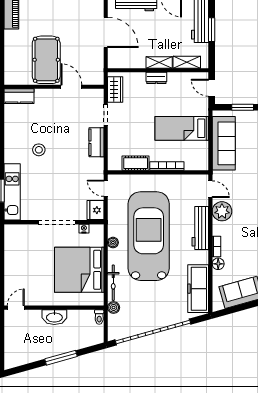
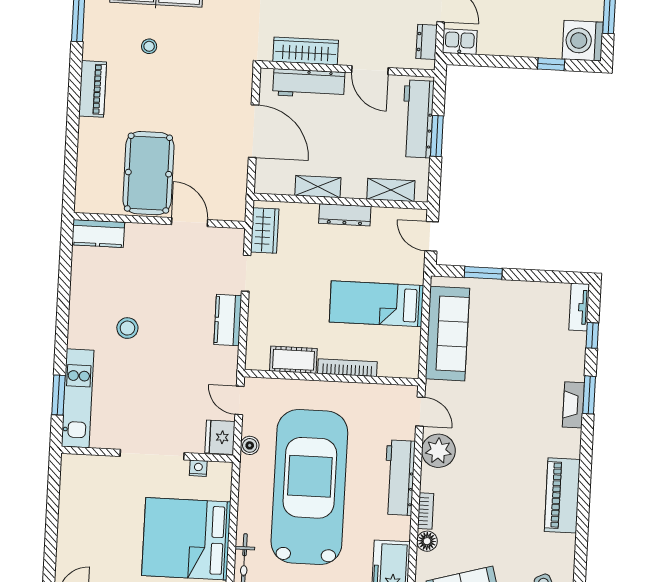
shelving: (159, 62) -> (318, 187), moved
dresser: (156, 78) -> (345, 215), width x1.44
boiler: (113, 243) -> (250, 445), moved

